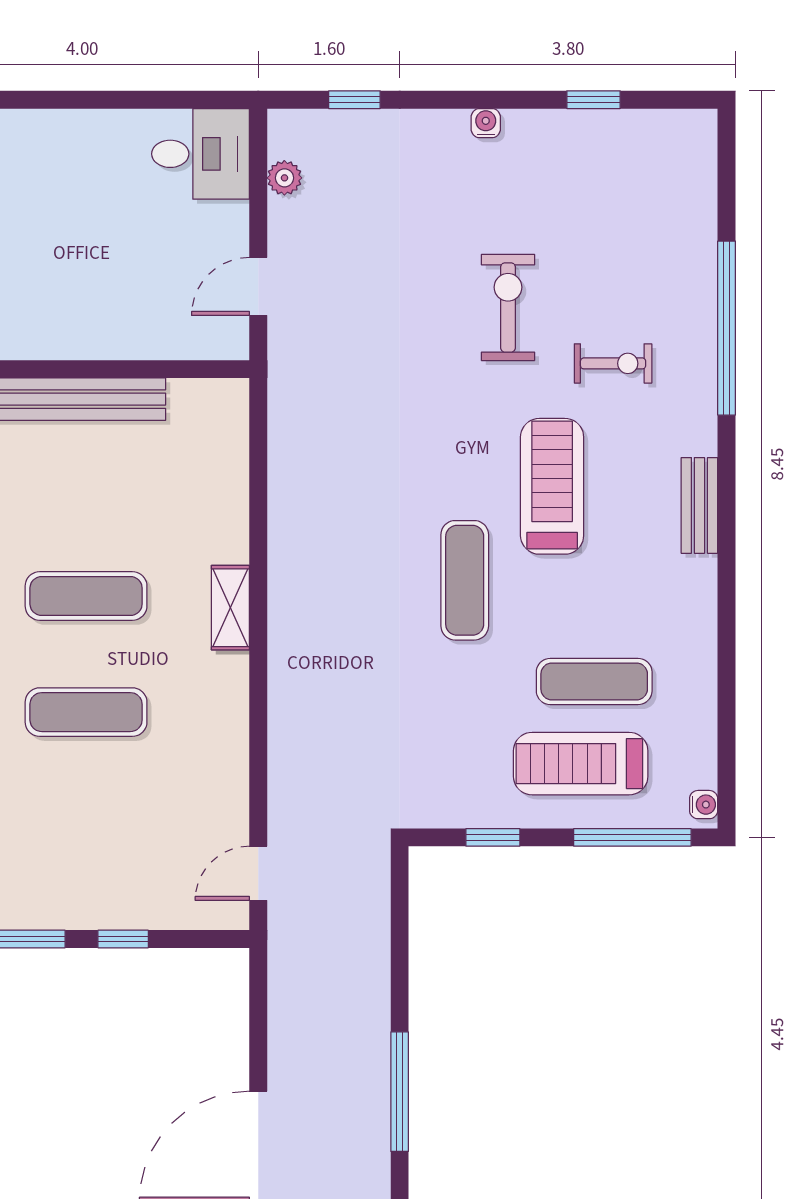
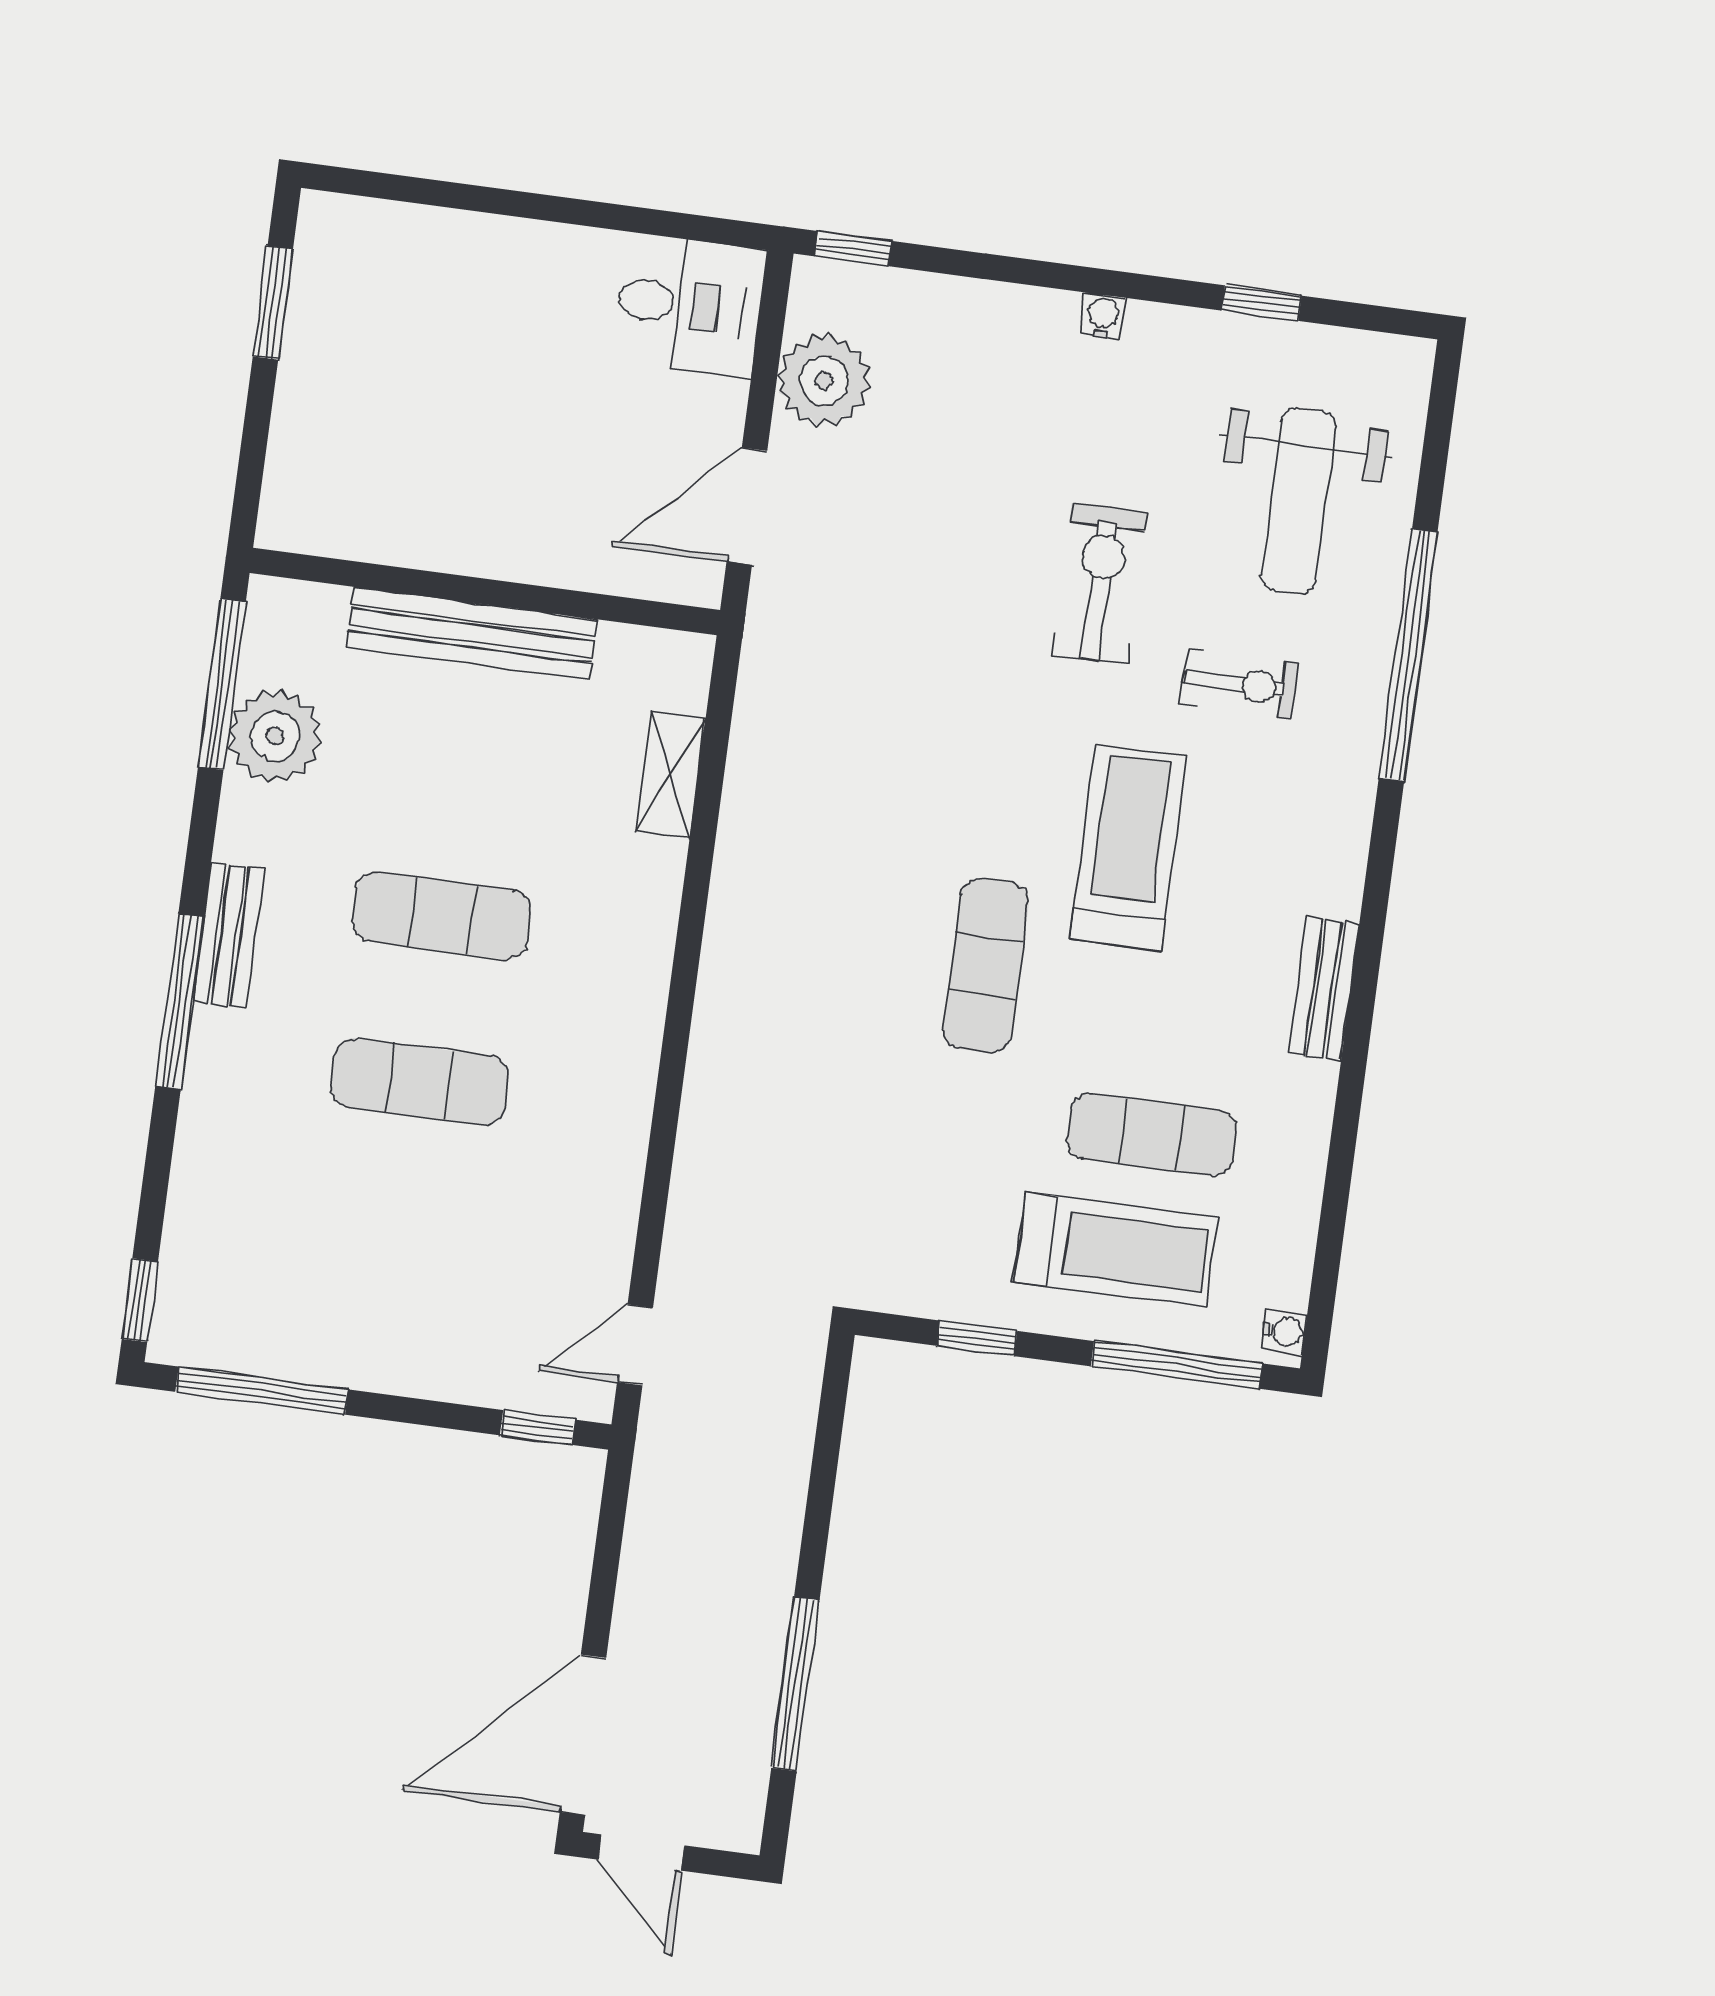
window: (354, 100) -> (853, 249), moved
plant: (284, 178) -> (824, 381), width x1.88, depth x1.88
weight bench: (637, 232) -> (1299, 501), added
door: (258, 286) -> (747, 506), width x1.38
bench: (699, 505) -> (1324, 988), moved
shelving: (230, 608) -> (671, 775), moved
treadmill: (581, 764) -> (1117, 1250), turned 180
window: (123, 939) -> (538, 1427), moved

